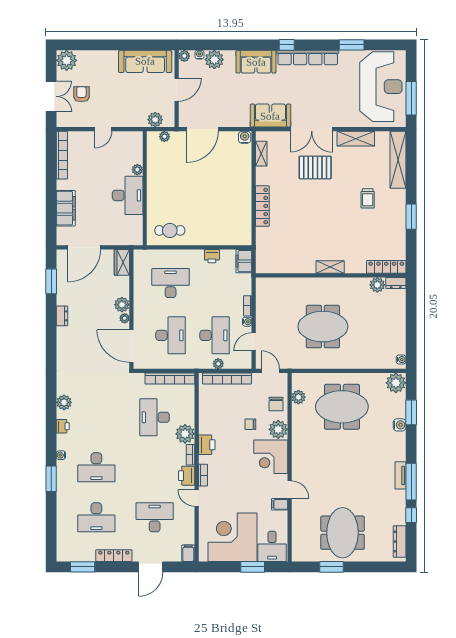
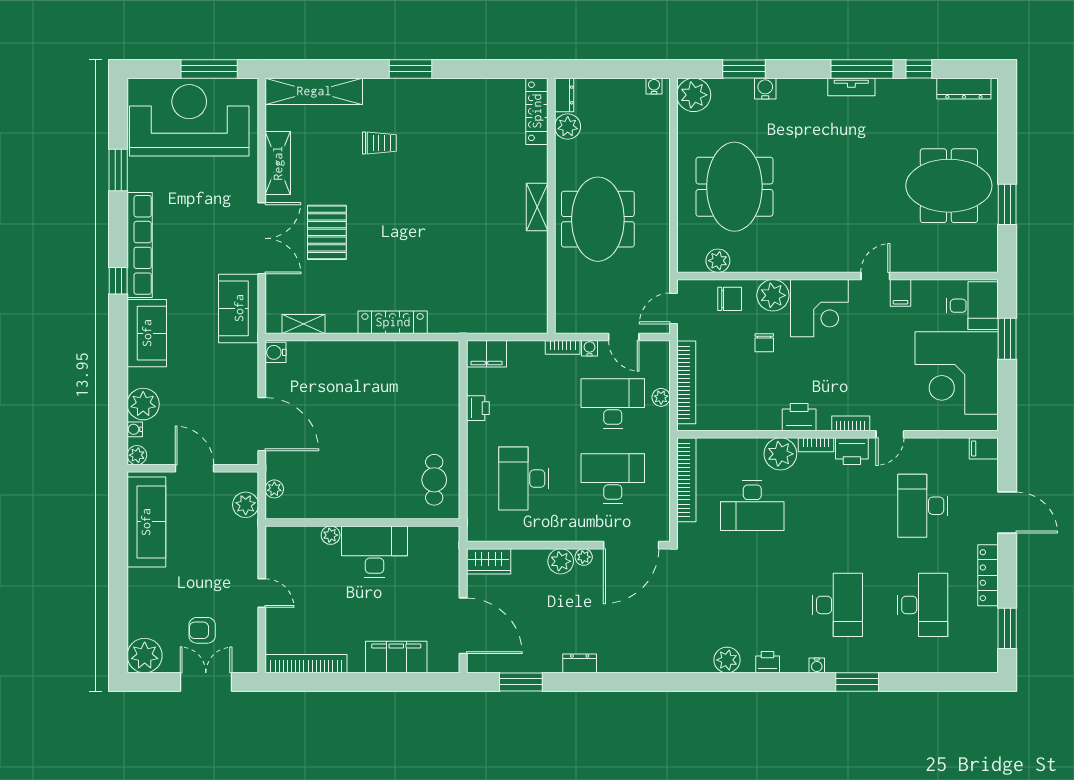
shelving: (330, 267) -> (537, 207), moved
locker: (386, 267) -> (537, 111), moved
wall: (331, 275) -> (551, 206), moved
dresser: (396, 283) -> (564, 95), moved
plant: (377, 285) -> (568, 127), moved

